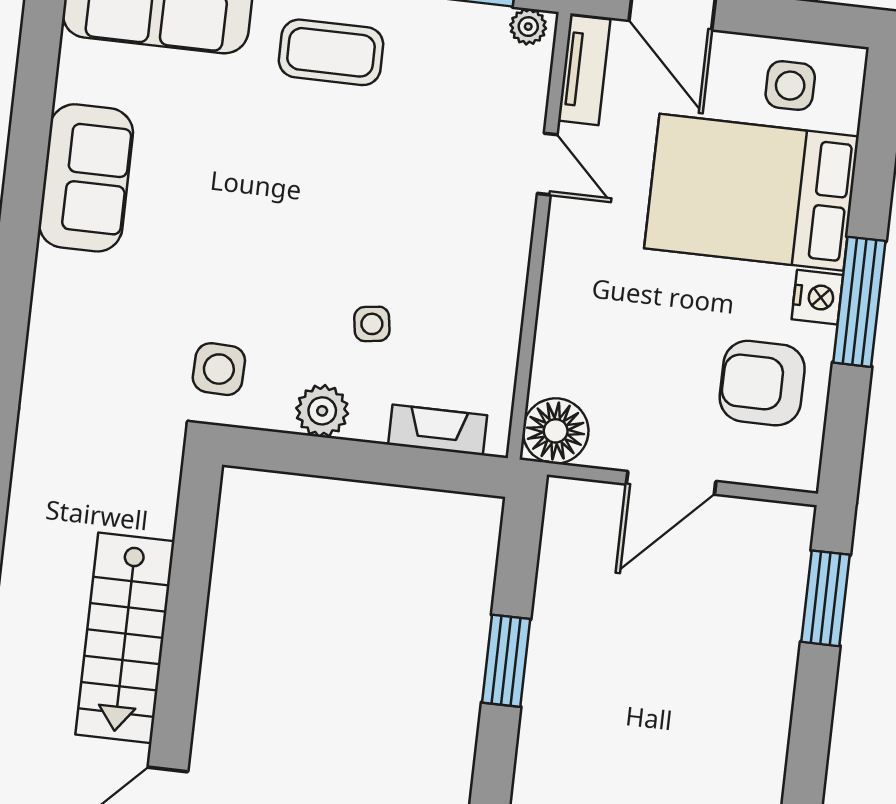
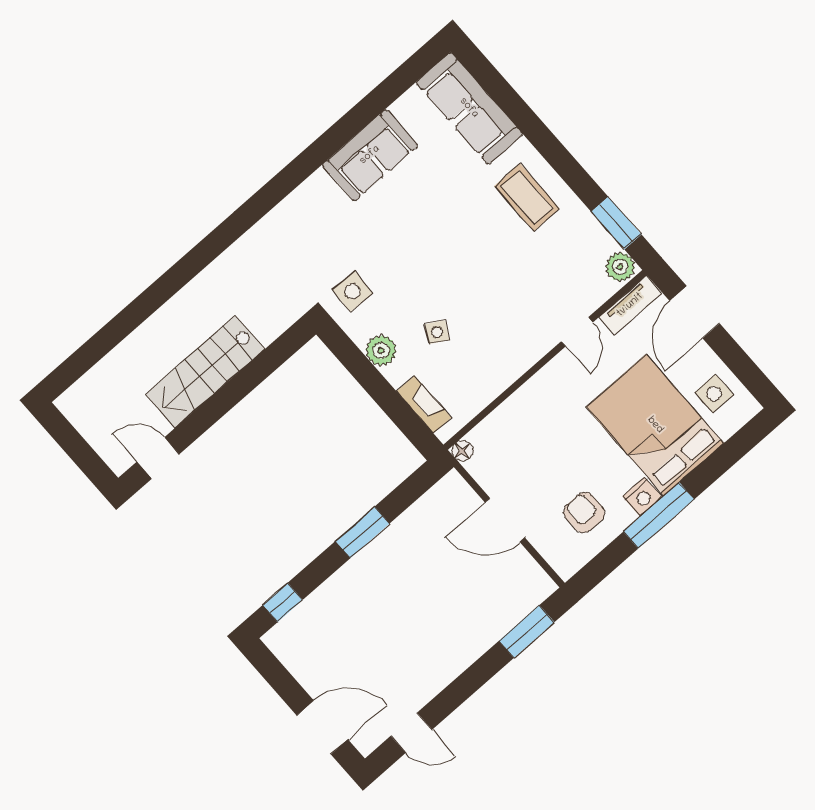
plant: (528, 27) -> (620, 267), width x1.38, depth x1.38
side table: (372, 324) -> (437, 332), turned 38
armchair: (762, 383) -> (584, 512), width x0.72, depth x0.72
floor lamp: (556, 431) -> (462, 451), width x0.53, depth x0.53

